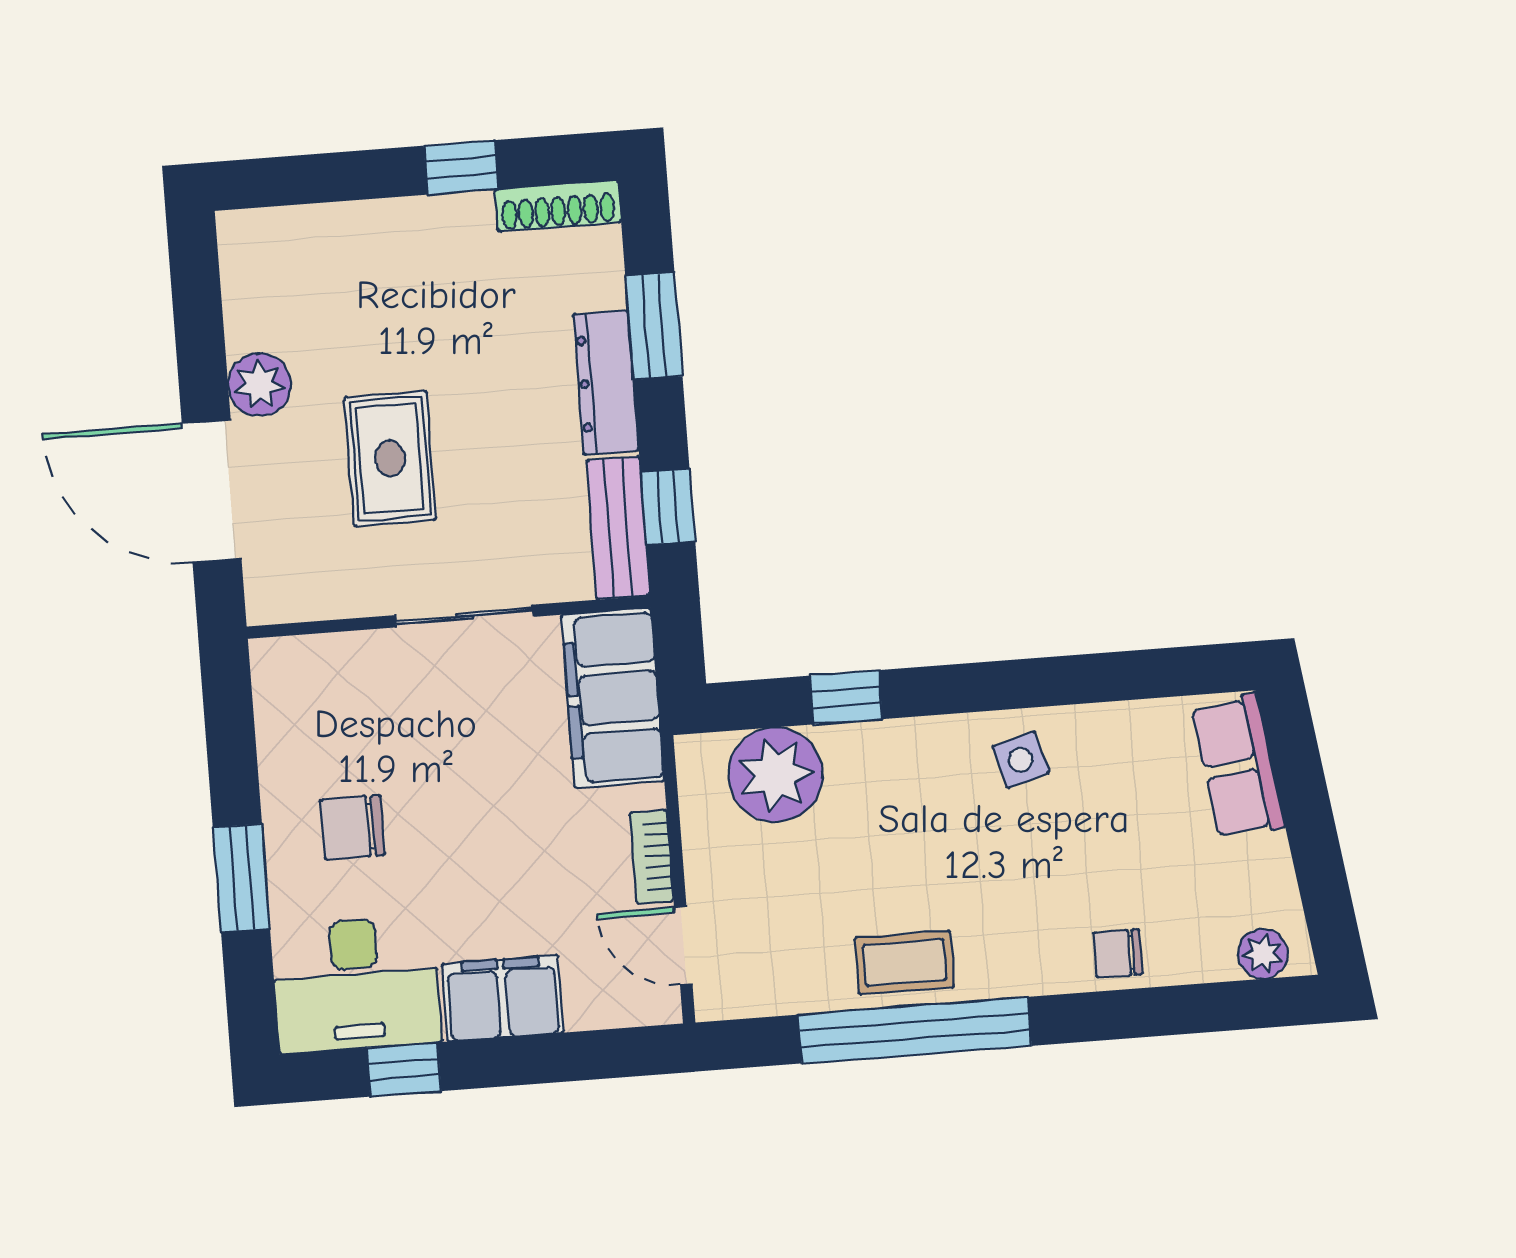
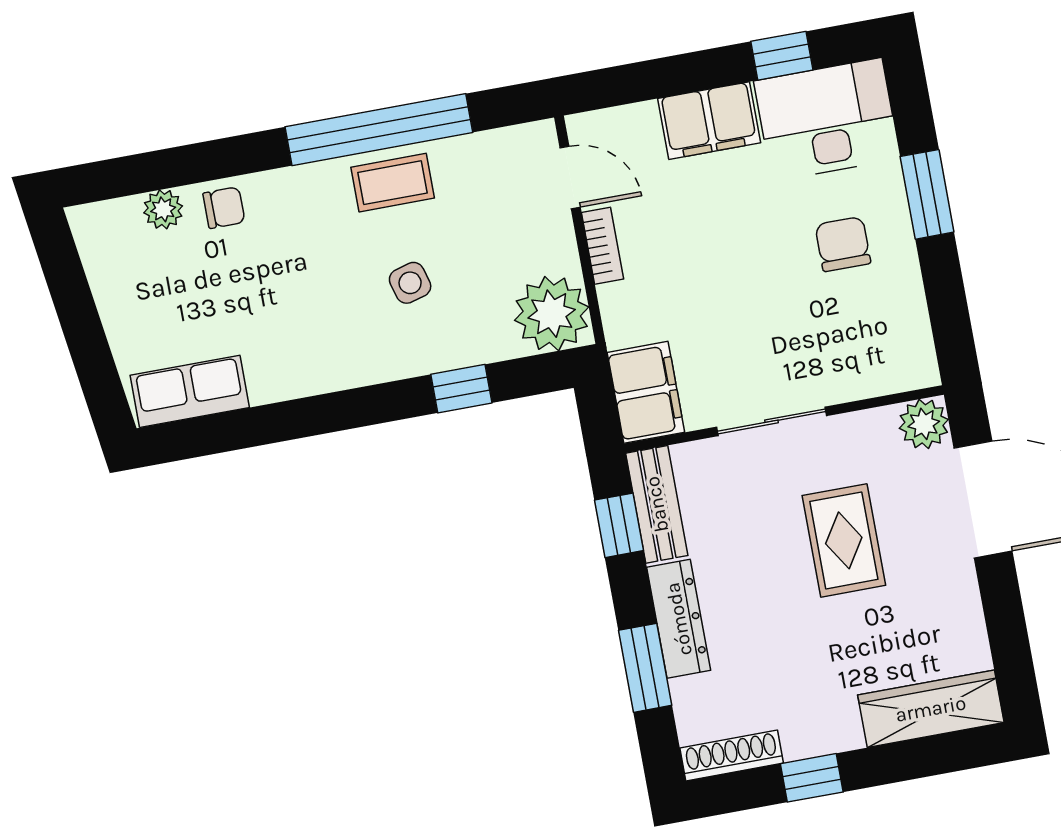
wardrobe: (304, 238) -> (931, 709), added
plant: (260, 385) -> (924, 424), moved
filing cabinet: (613, 698) -> (646, 392), width x0.67, depth x0.86
side table: (1021, 760) -> (410, 283), moved
row of seats: (1238, 766) -> (190, 391), moved, turned -82
plant: (775, 775) -> (552, 314), moved
chair: (353, 827) -> (843, 244), turned -90
plant: (1263, 954) -> (163, 209), moved

